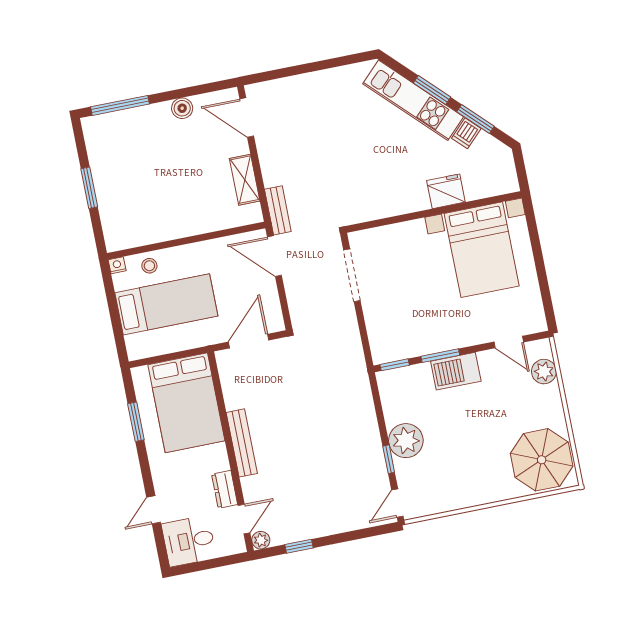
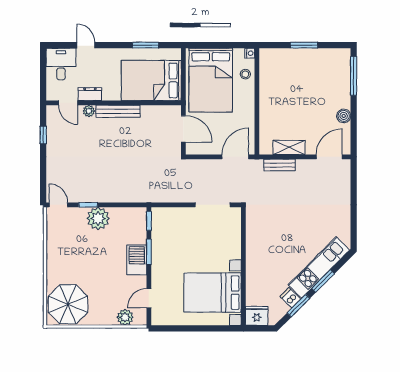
fridge: (446, 191) -> (257, 316), moved, turned -90
bench: (278, 210) -> (280, 165), moved
bed: (166, 304) -> (211, 80), width x1.50
plant: (261, 540) -> (89, 111), moved

